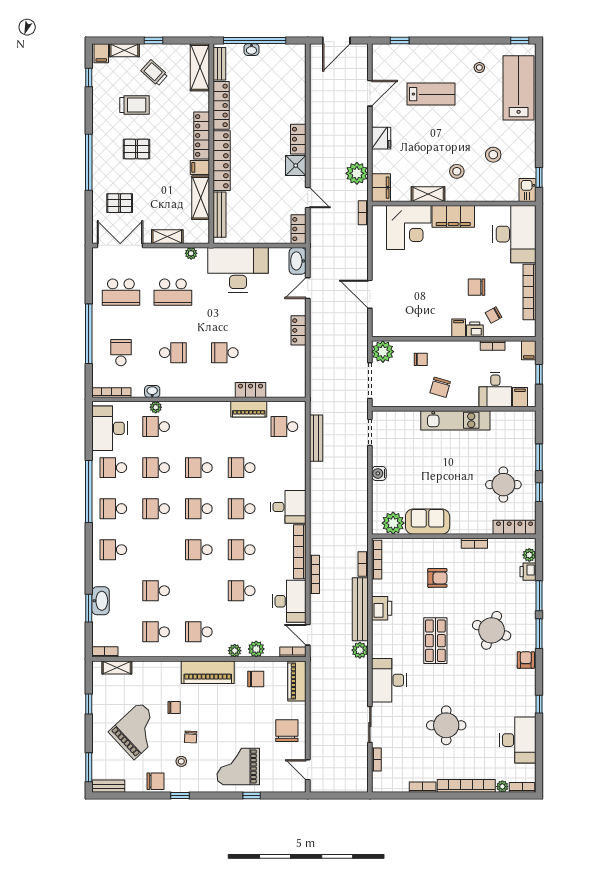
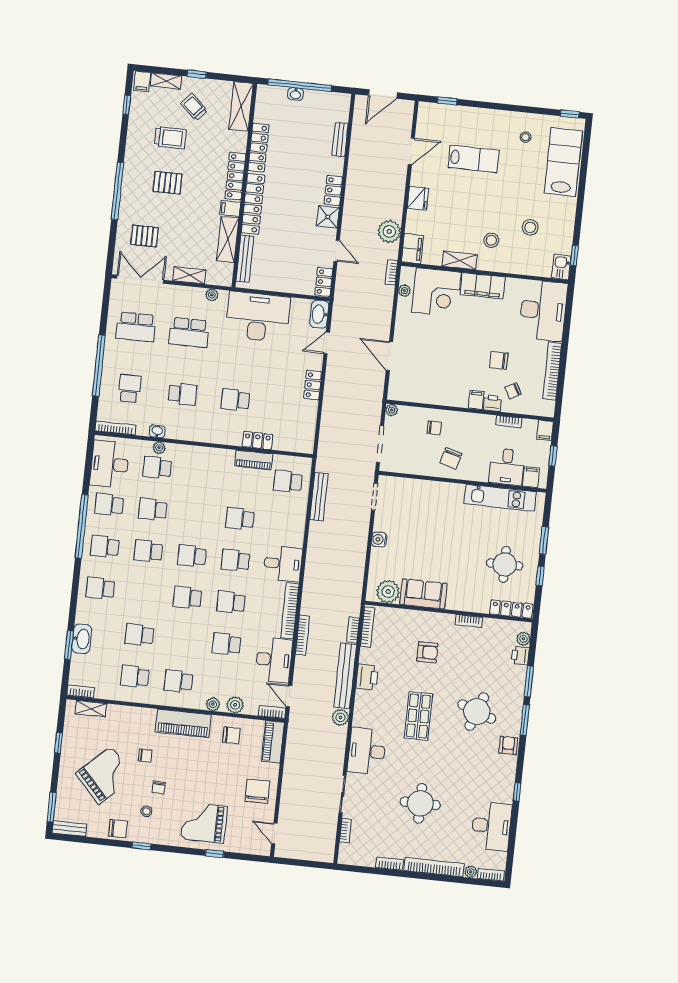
bench: (219, 64) -> (340, 139), moved
plant: (378, 229) -> (404, 291), added
plant: (383, 352) -> (392, 410), width x0.53, depth x0.53
kitchen unit: (455, 420) -> (500, 498), moved
school desk: (199, 468) -> (196, 514), removed

